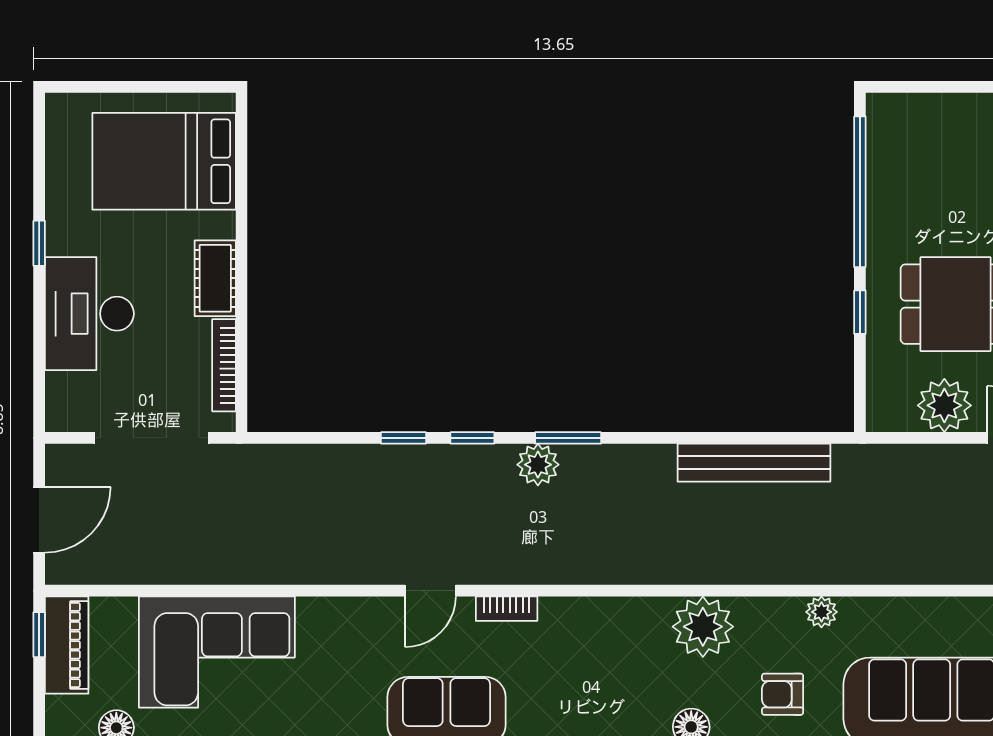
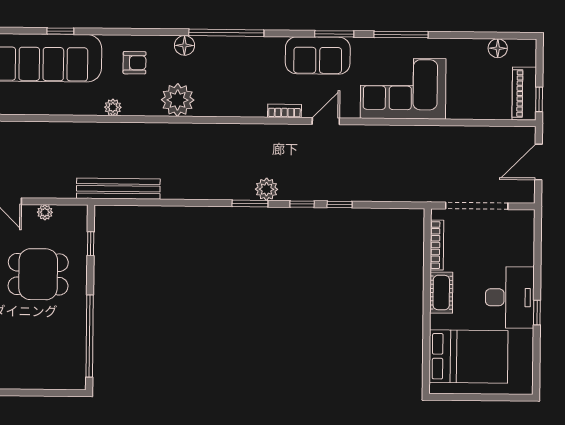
window: (860, 312) -> (91, 244), moved
desk: (89, 314) -> (510, 297), moved
plant: (944, 405) -> (45, 212), width x0.53, depth x0.53
bench: (754, 463) -> (118, 189), moved
corner sofa: (217, 652) -> (403, 89), moved

